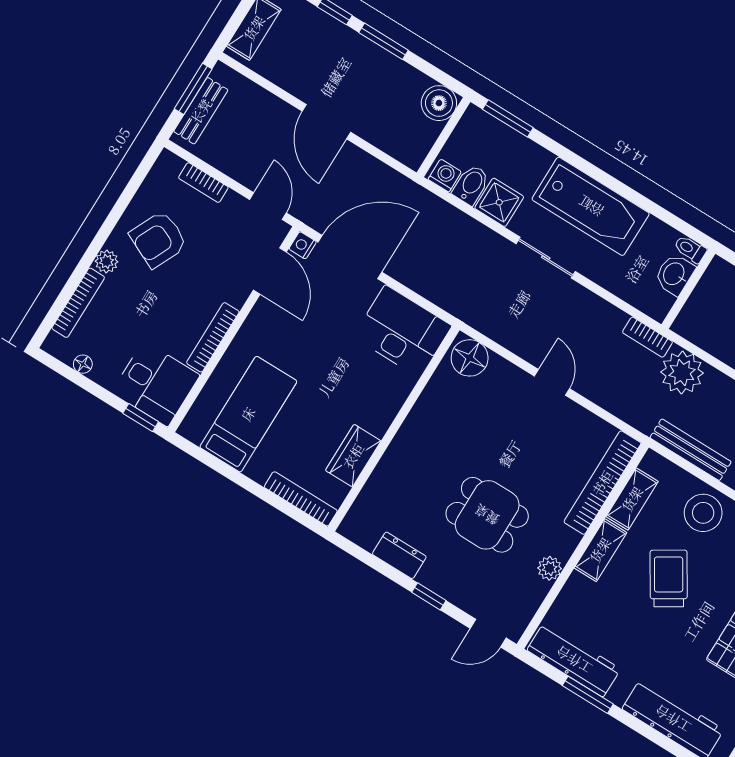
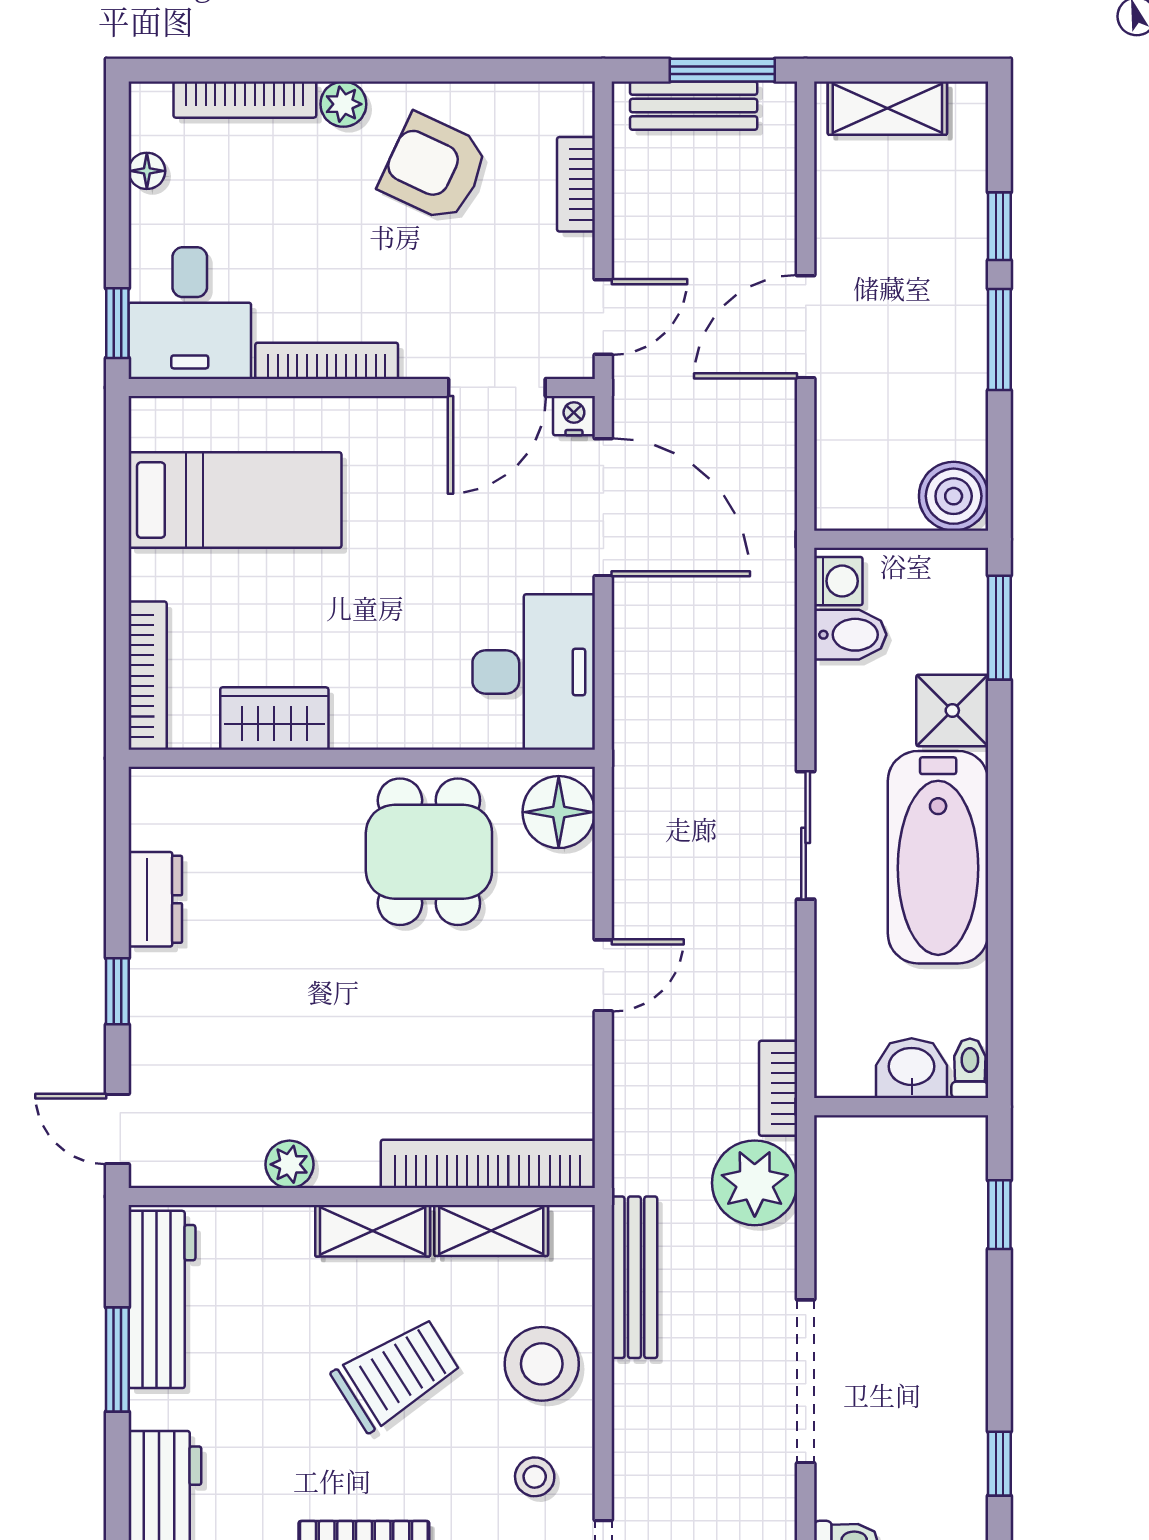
shower: (499, 202) -> (952, 710), moved
dining table: (487, 515) -> (429, 852), moved

